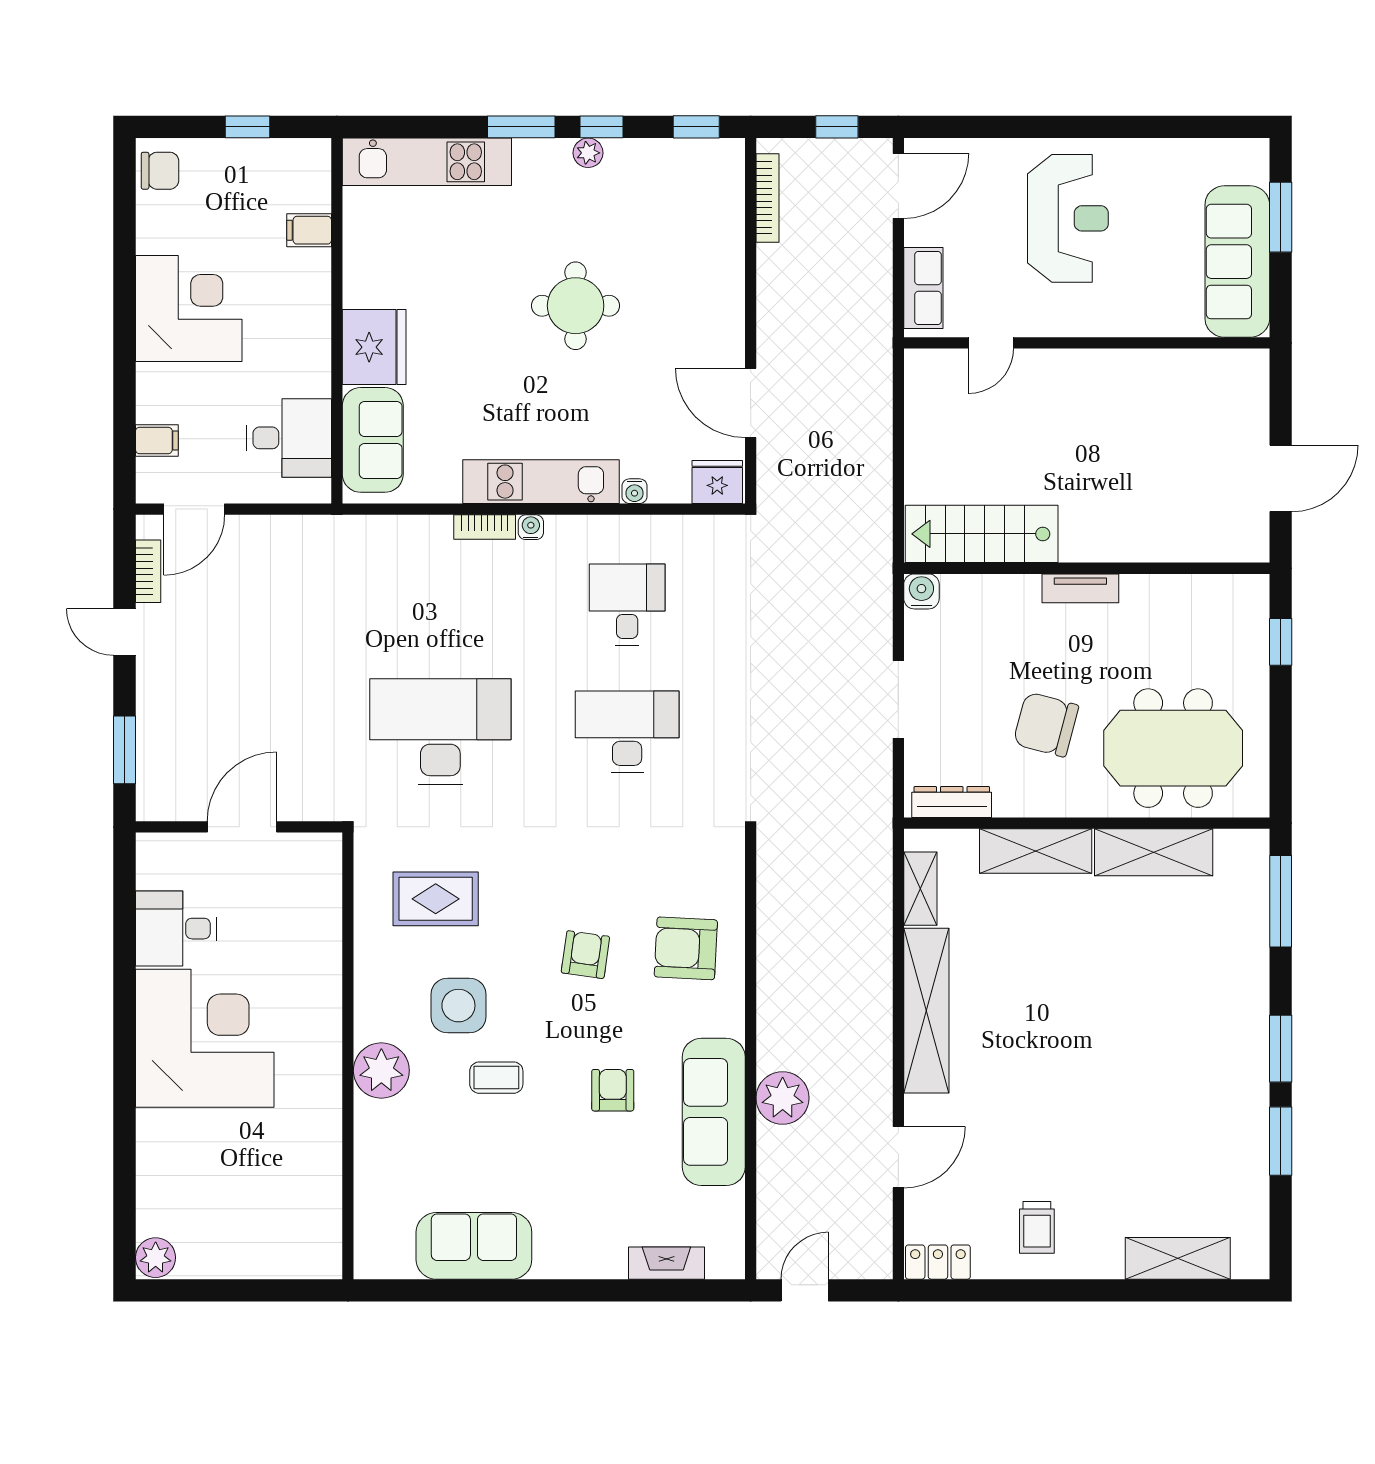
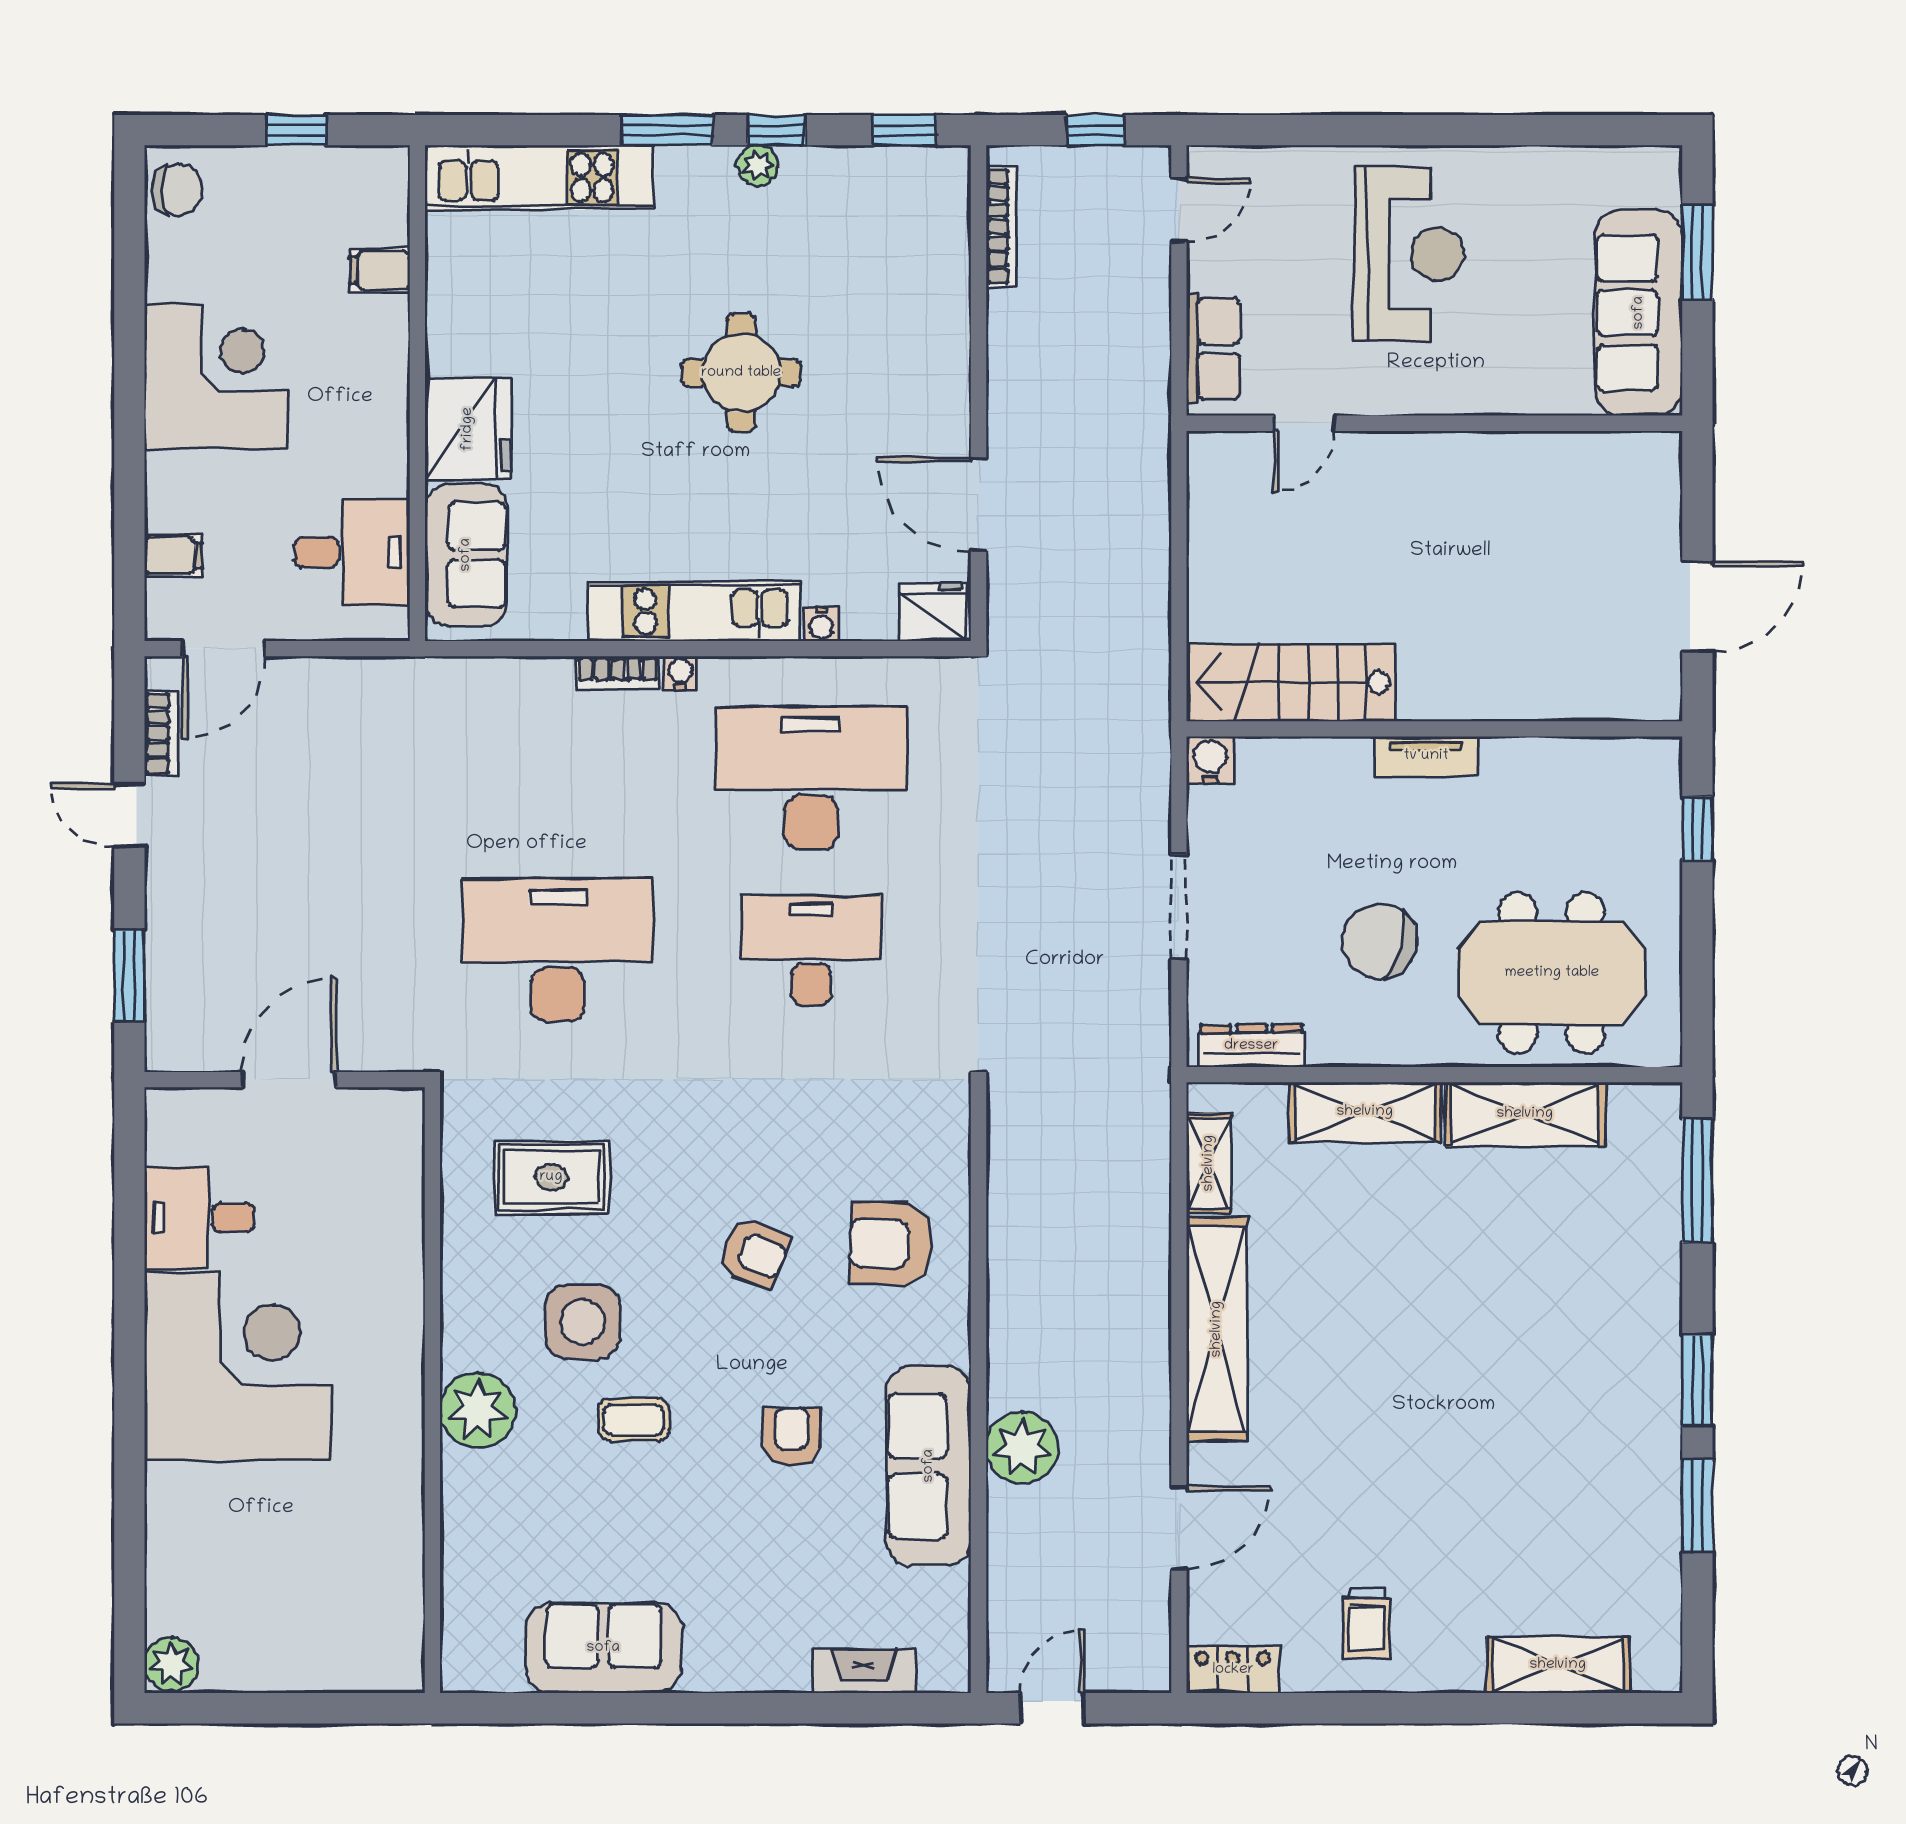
door: (898, 186) -> (1179, 210), width x0.73
desk: (627, 605) -> (811, 778), width x1.87, depth x1.30
armchair: (585, 955) -> (754, 1253), turned 104

